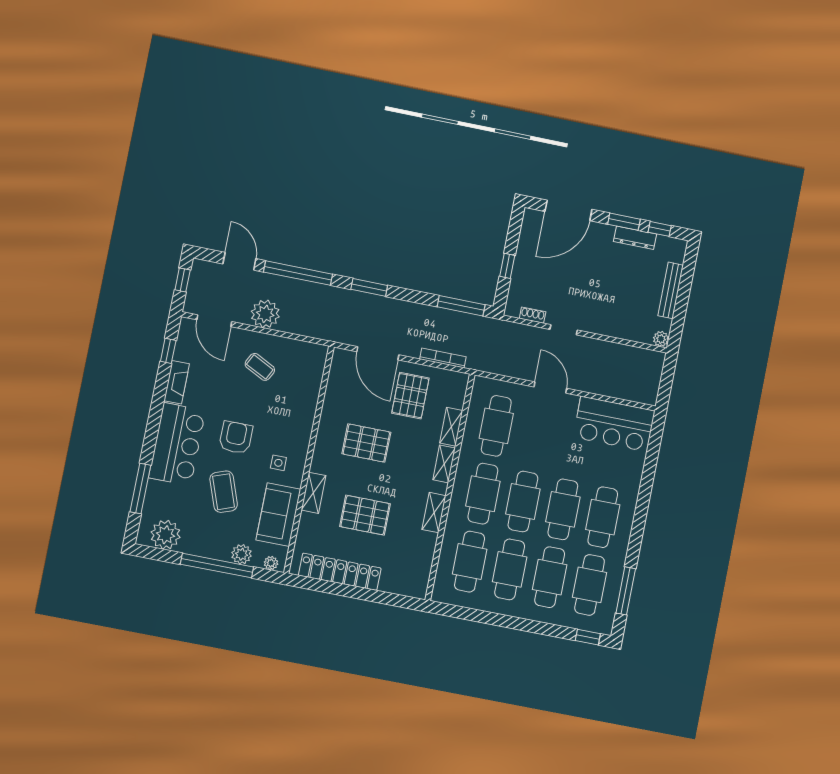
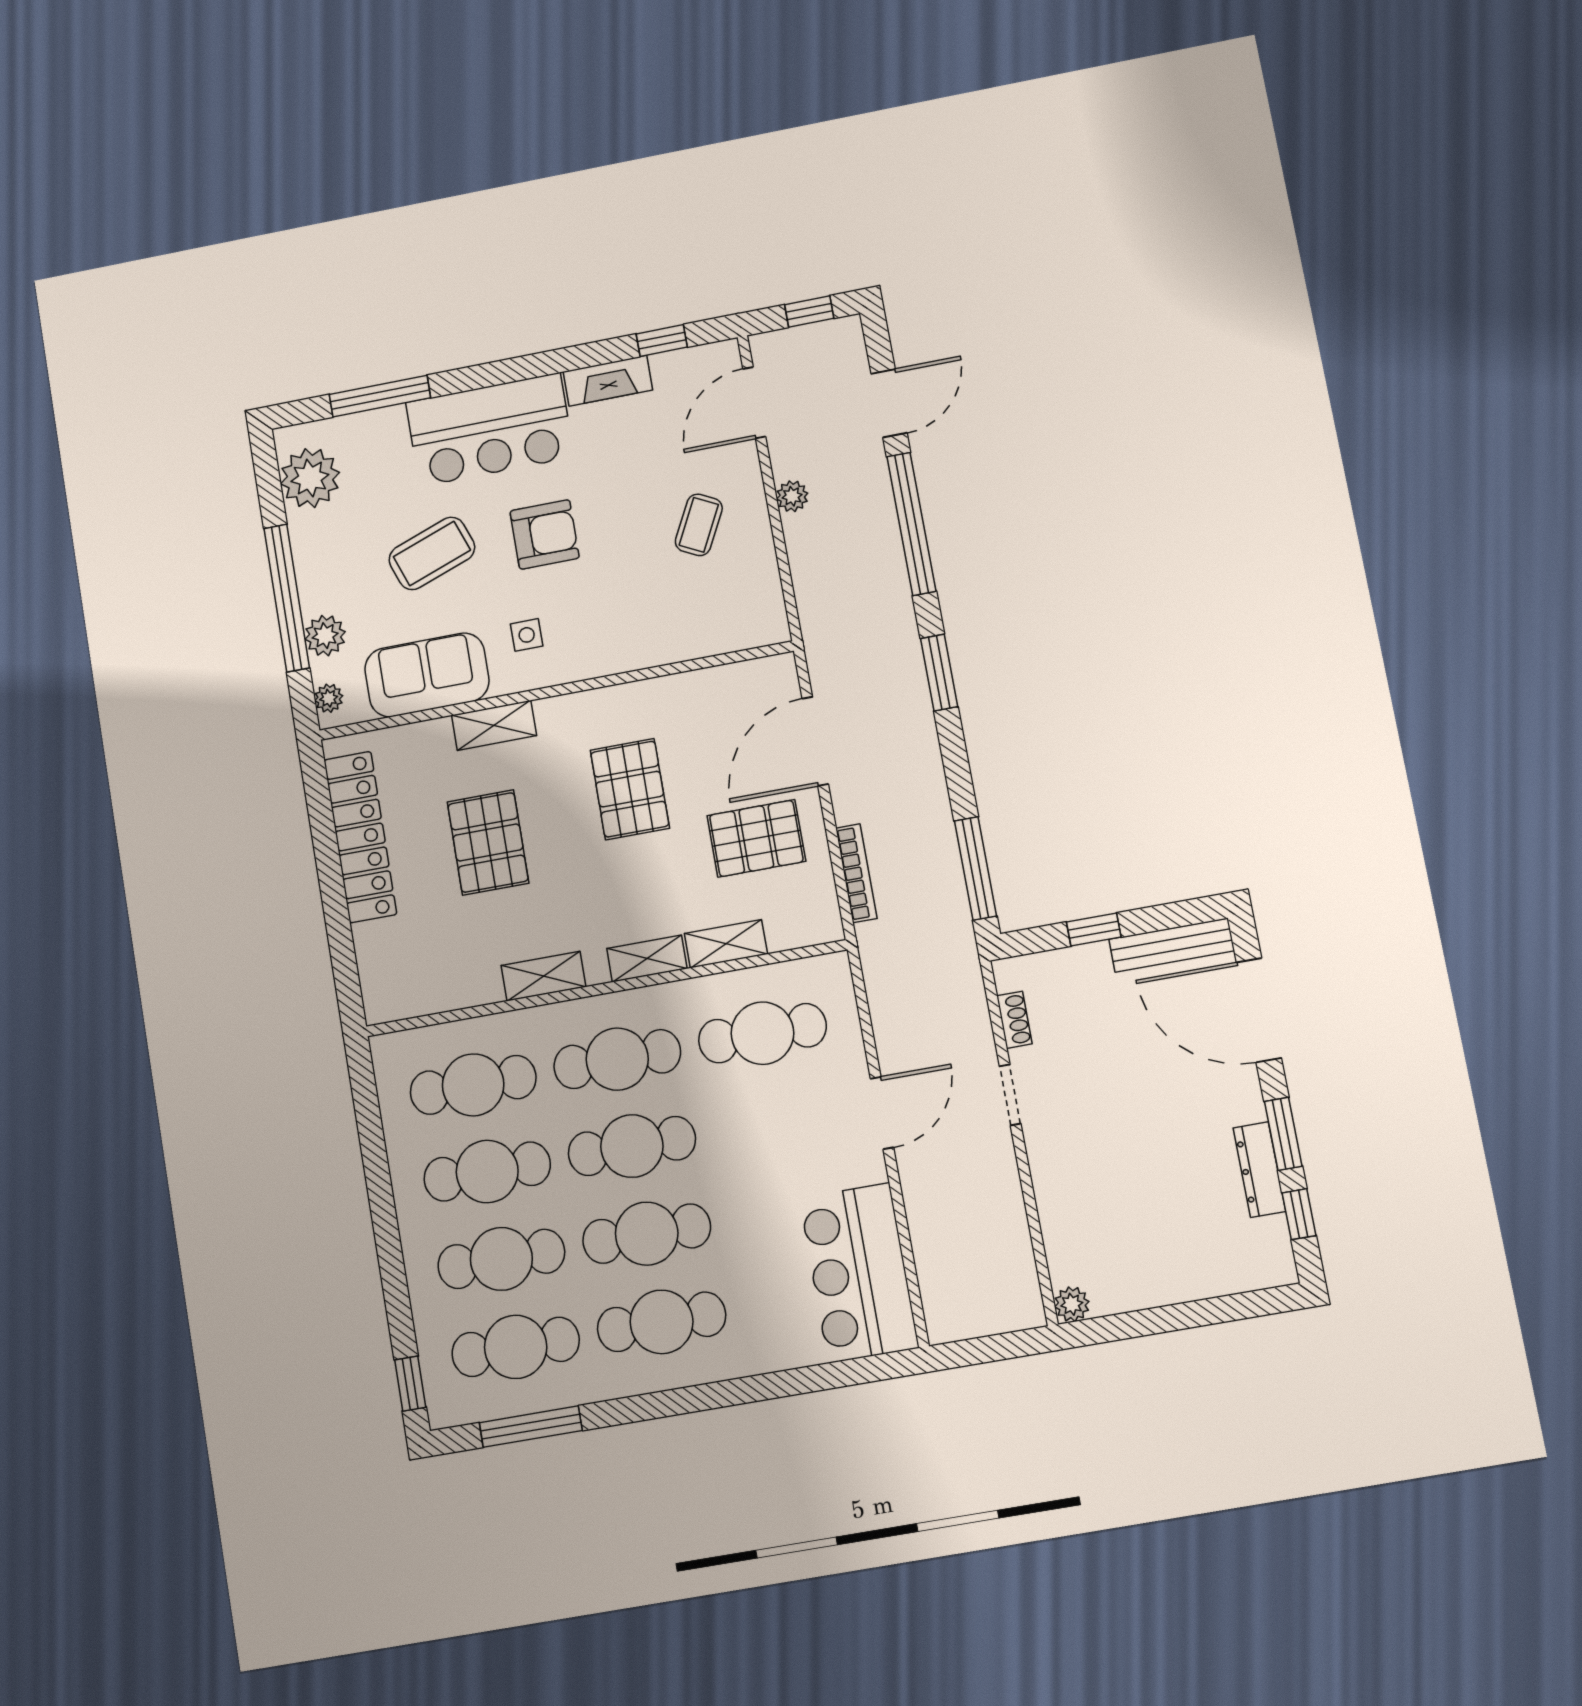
bench: (671, 290) -> (1172, 945), moved
plant: (265, 314) -> (792, 496), width x0.53, depth x0.53

